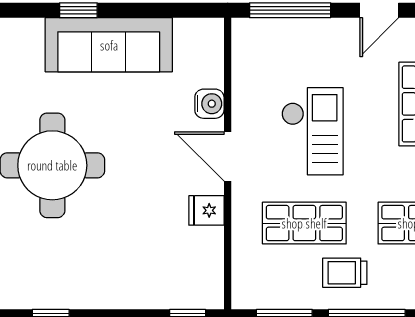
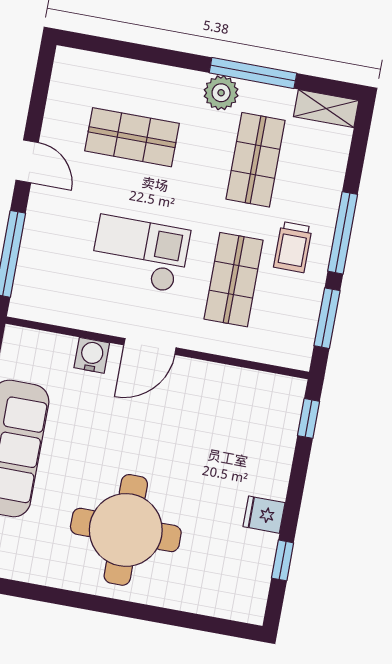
fridge: (206, 210) -> (264, 515), moved, turned 90

